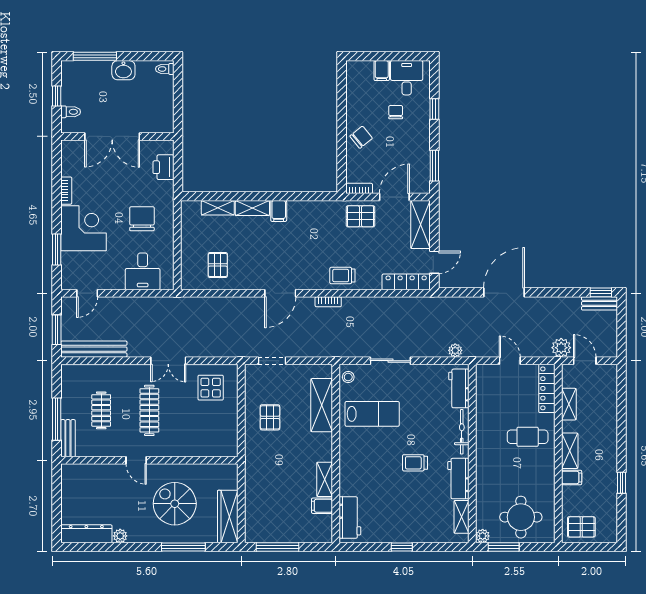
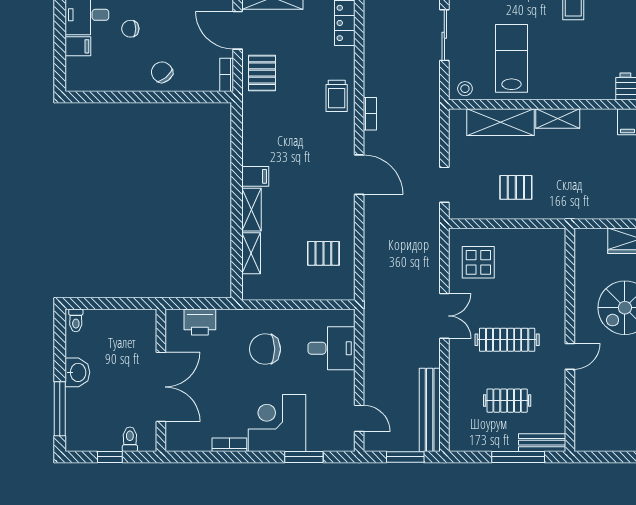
shelving: (325, 479) -> (558, 118), moved

